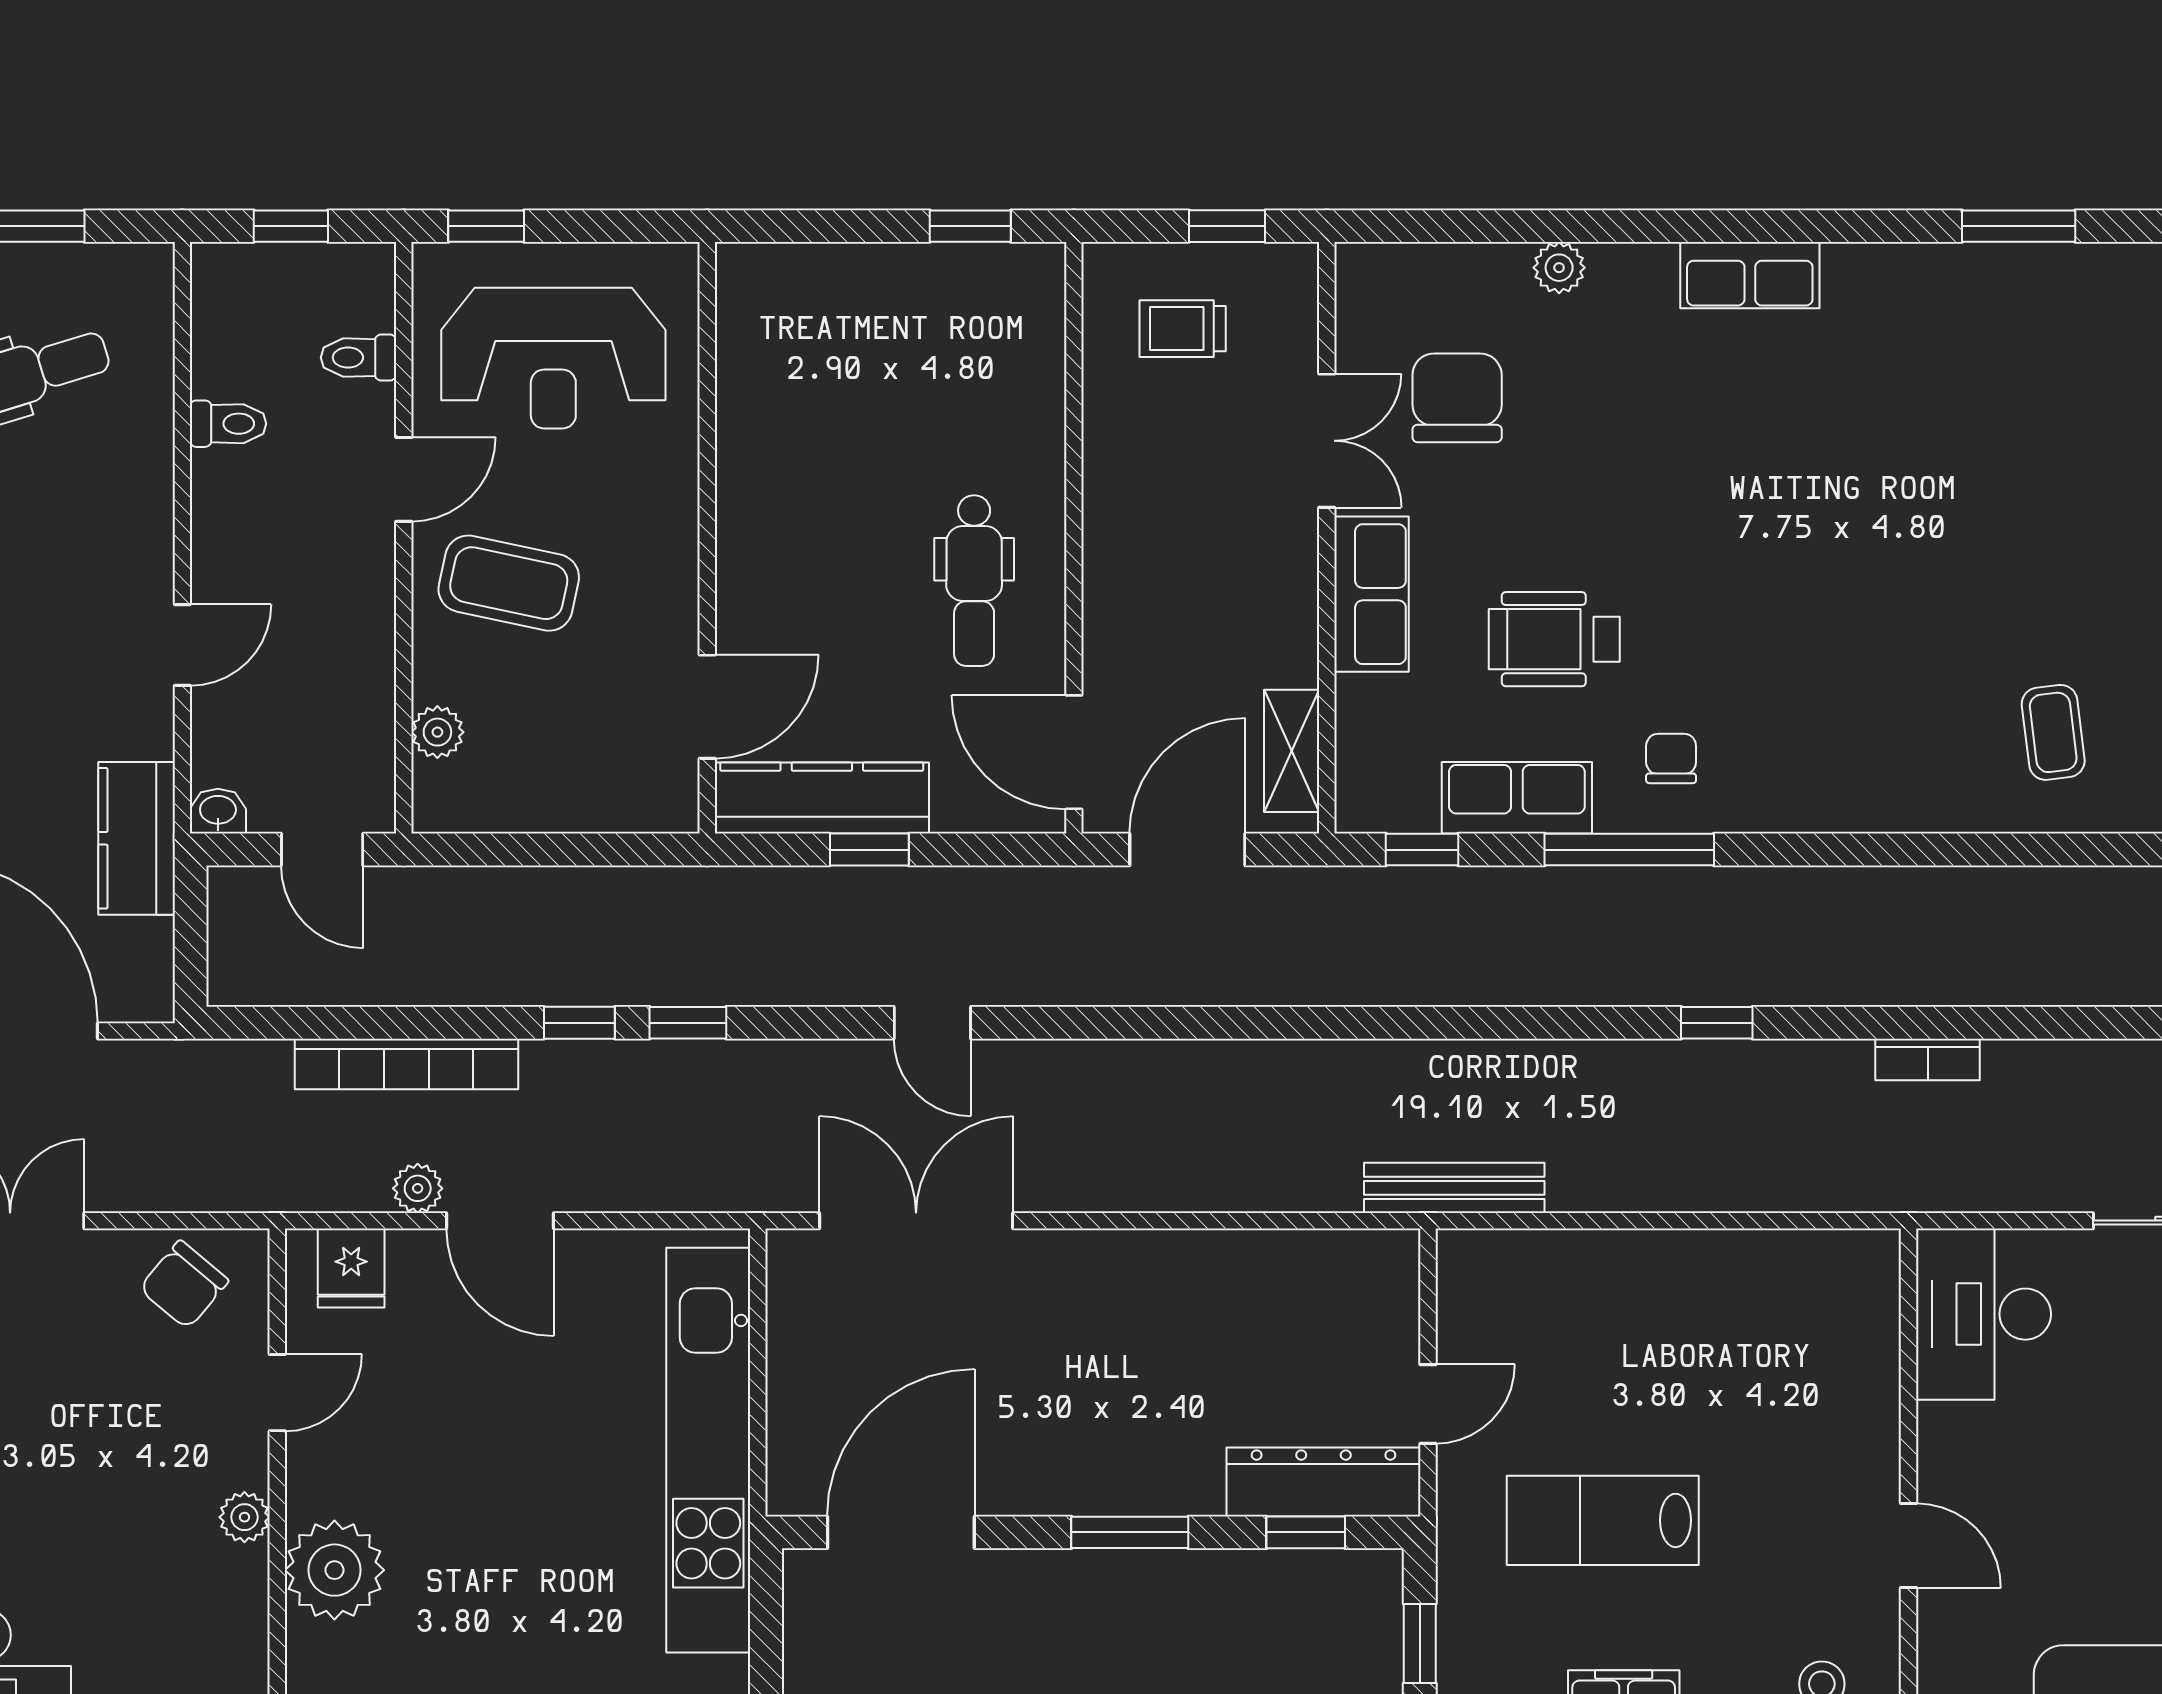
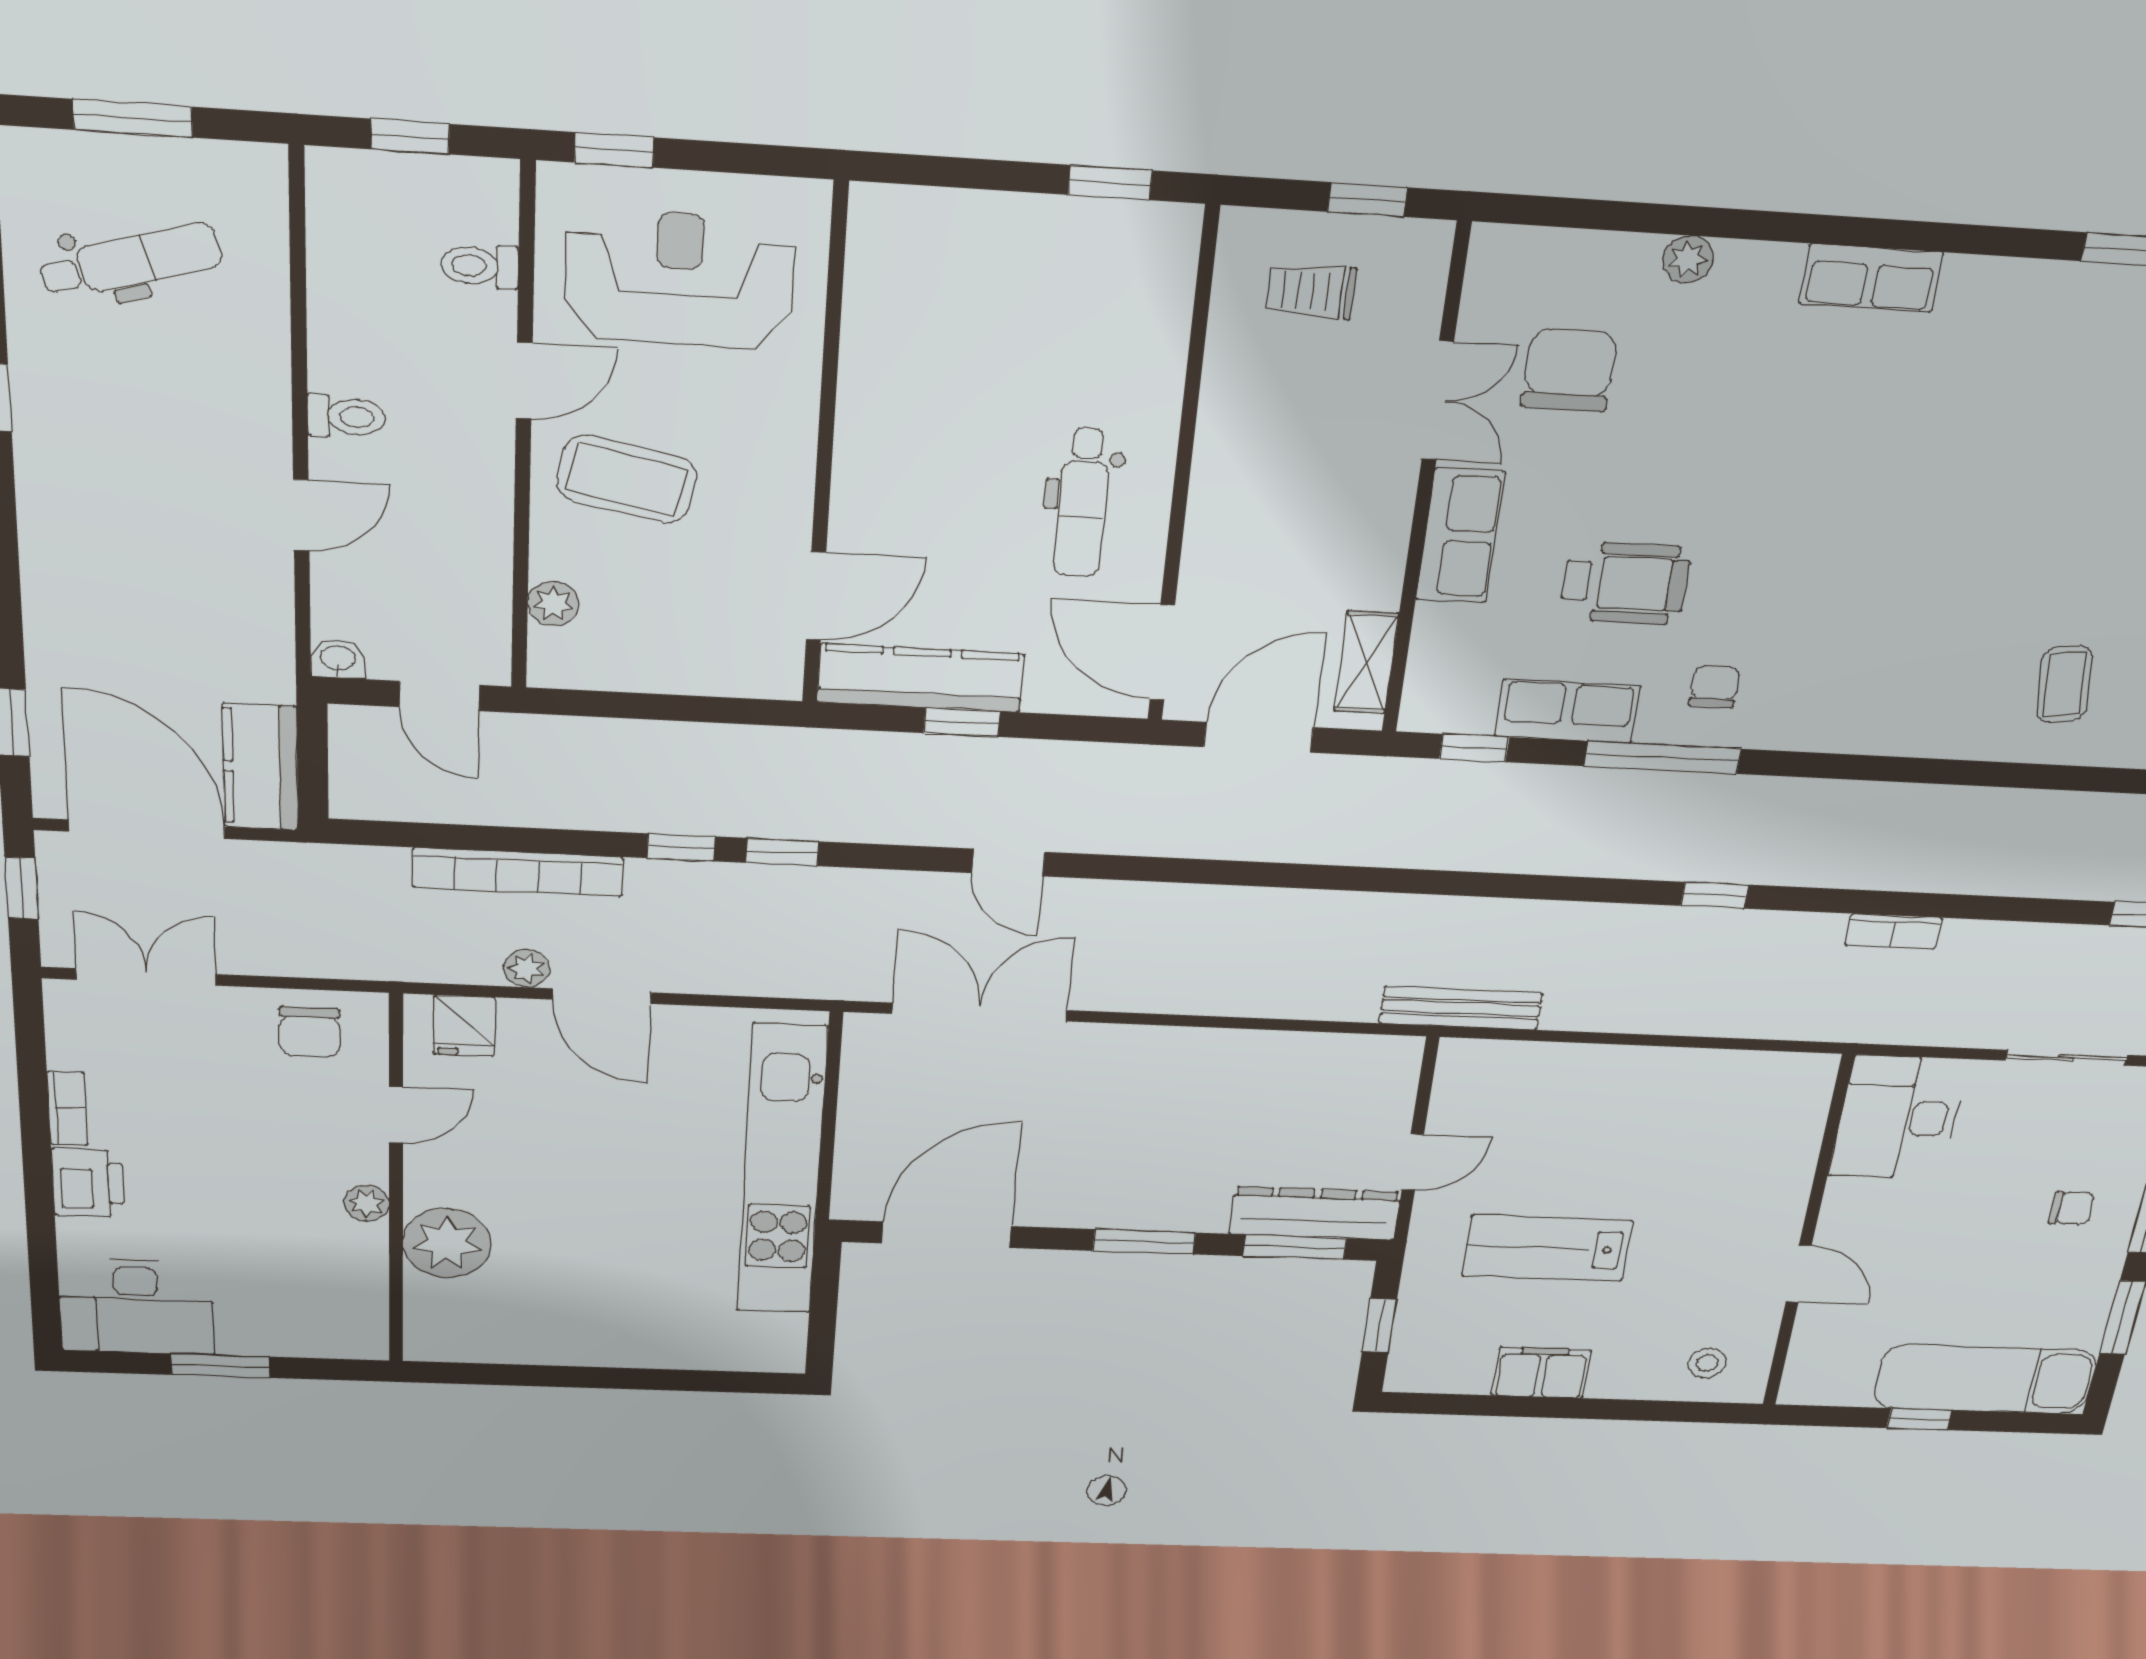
reception desk: (553, 358) -> (679, 279), turned 180
toilet: (228, 424) -> (346, 417), moved
wheelchair: (1554, 639) -> (1625, 583), turned 180
kitchen counter: (137, 838) -> (260, 767), moved
chair: (184, 1285) -> (310, 1032), turned -40
window: (1306, 1532) -> (1295, 1247), width x1.50

